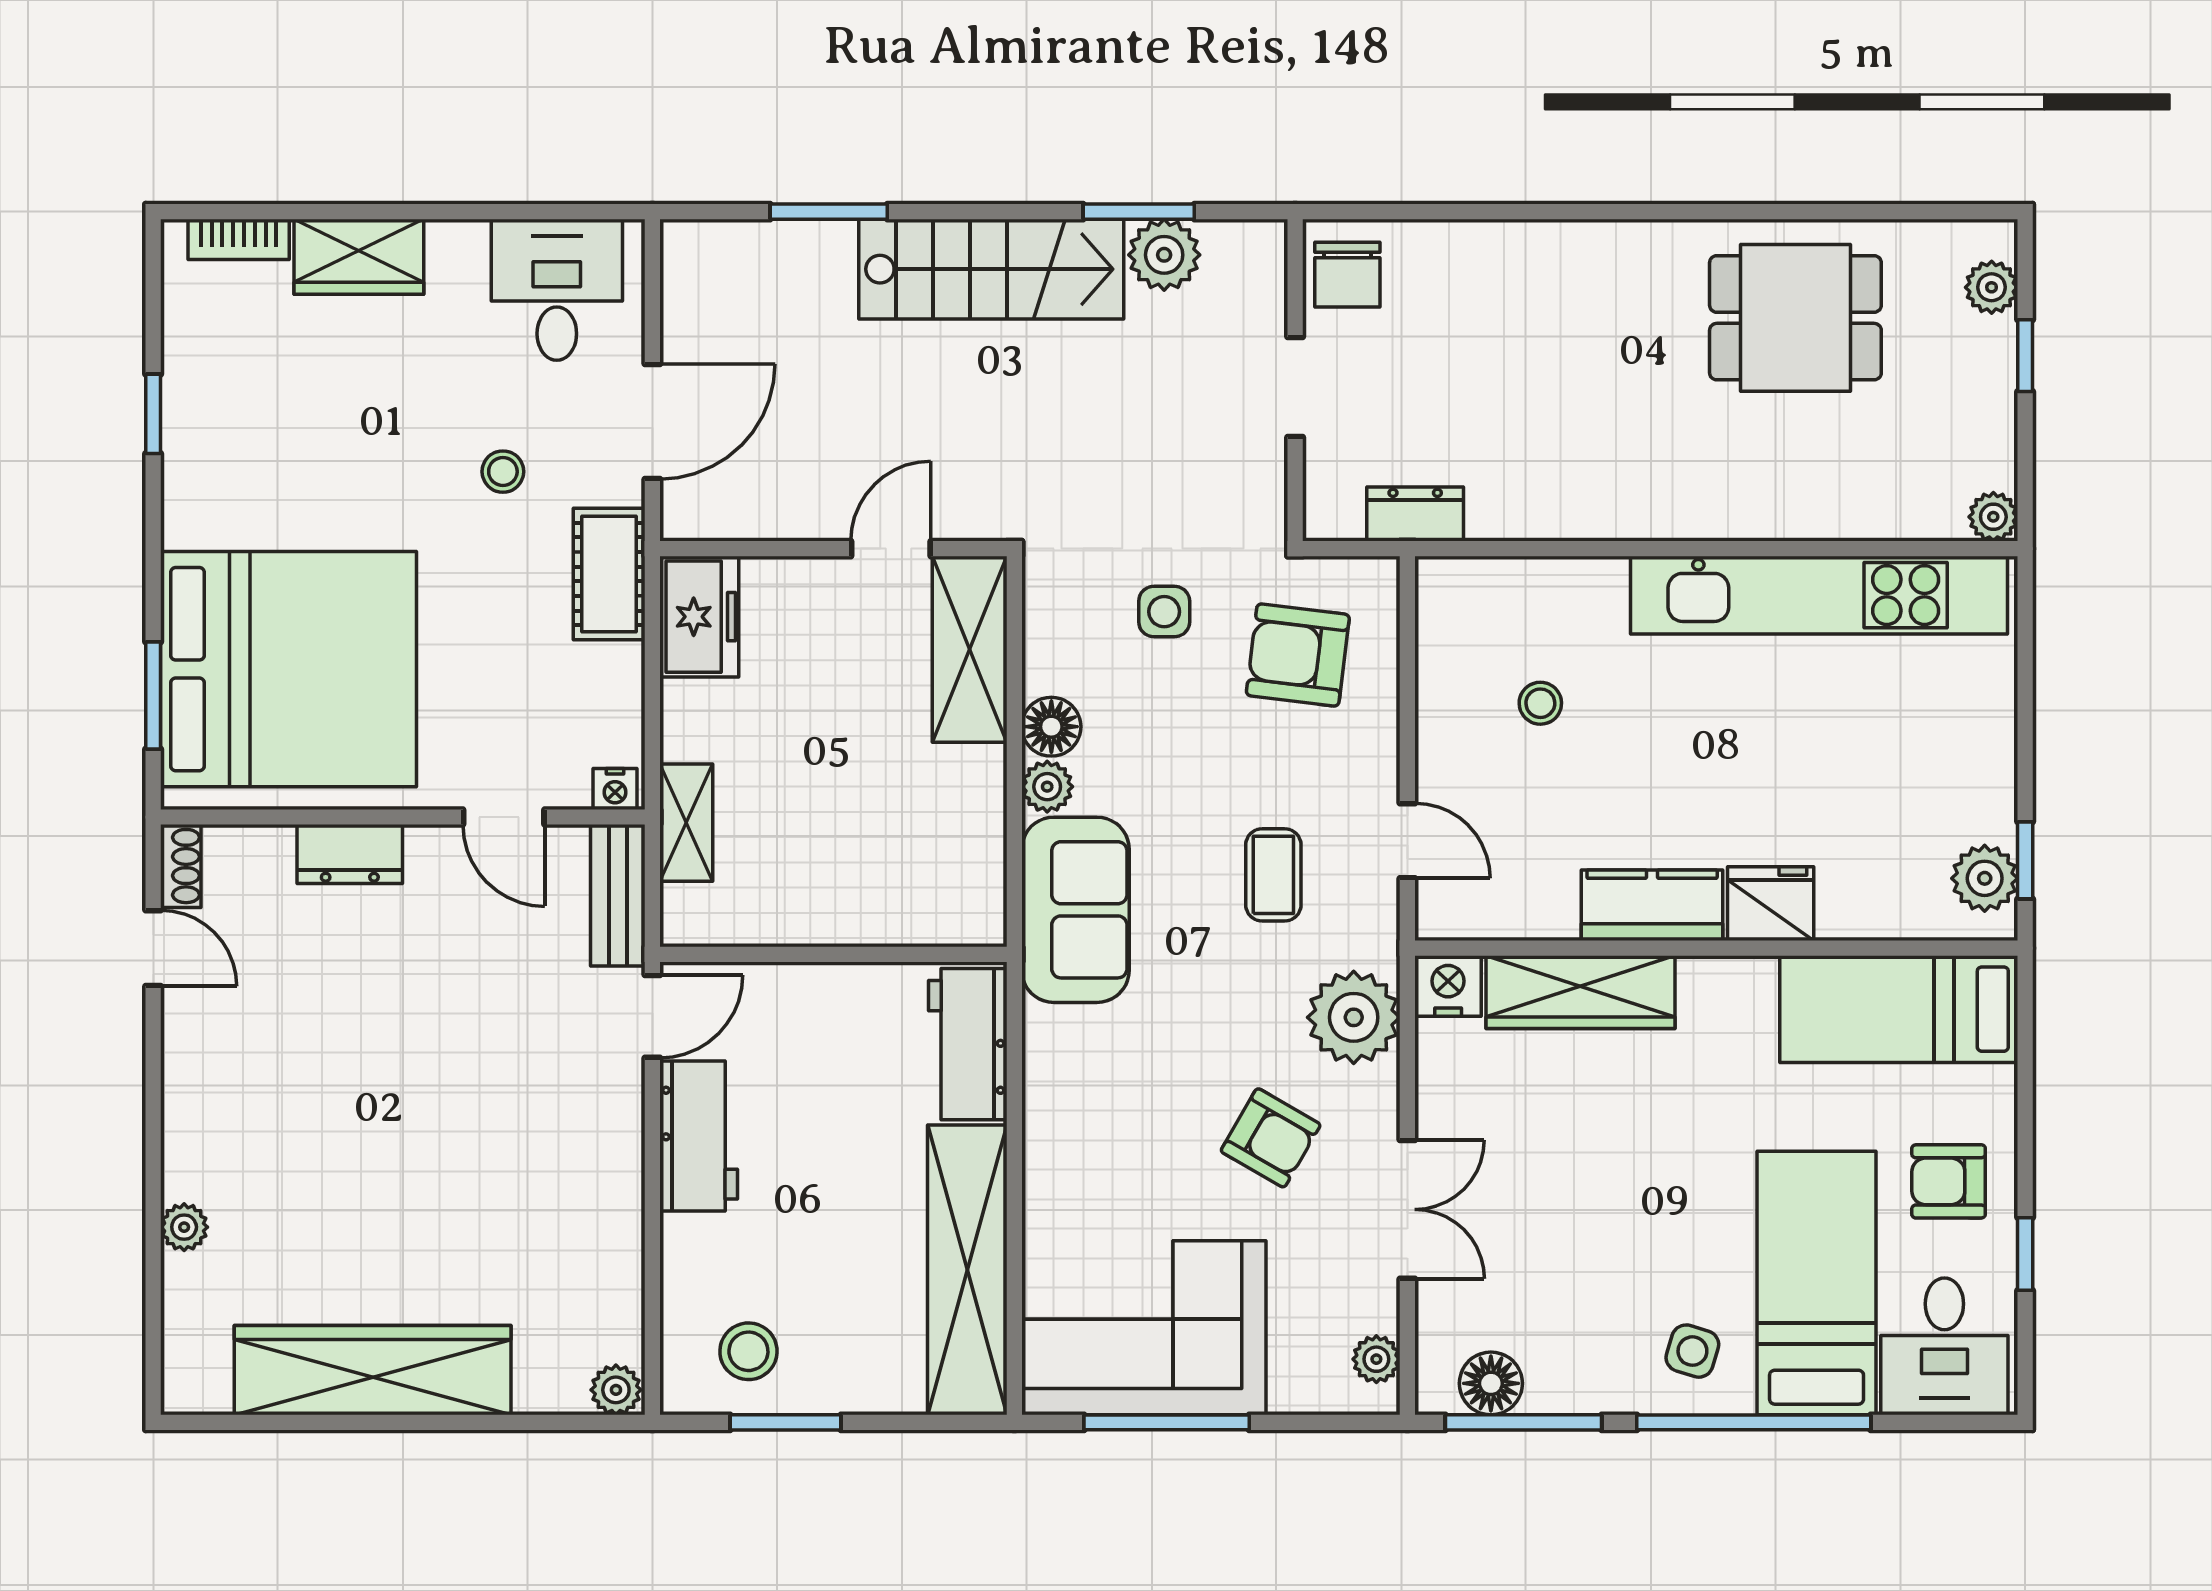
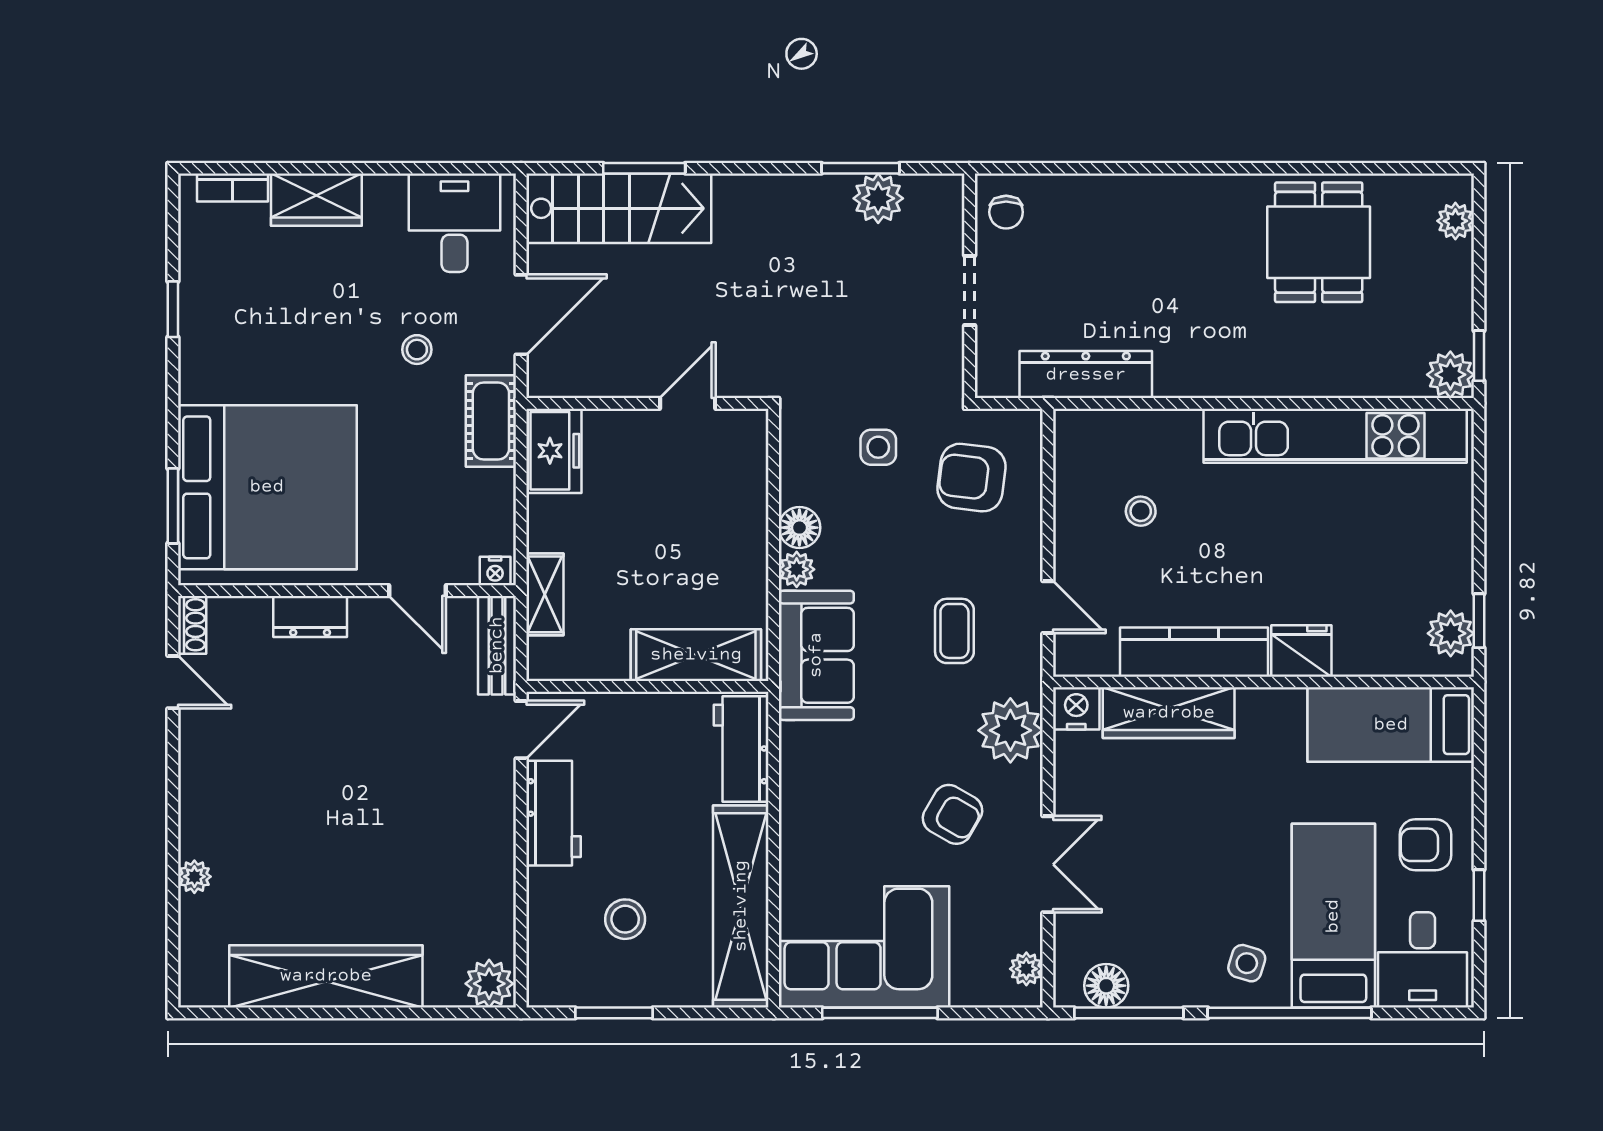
stairs: (991, 269) -> (619, 208), moved
chair: (1347, 275) -> (1006, 212), width x0.73, depth x0.73
dining table: (1795, 318) -> (1319, 242), turned 90
window: (2025, 356) -> (1479, 356), moved
dresser: (1415, 514) -> (1086, 375), width x1.96, depth x1.24
plant: (1993, 517) -> (1450, 375), width x1.38, depth x1.38
shelving: (970, 649) -> (696, 655), moved, turned 90
kitchen counter: (1652, 905) -> (1194, 652), width x1.50
stool: (748, 1351) -> (625, 919), moved
plant: (616, 1390) -> (489, 984), width x1.38, depth x1.38

